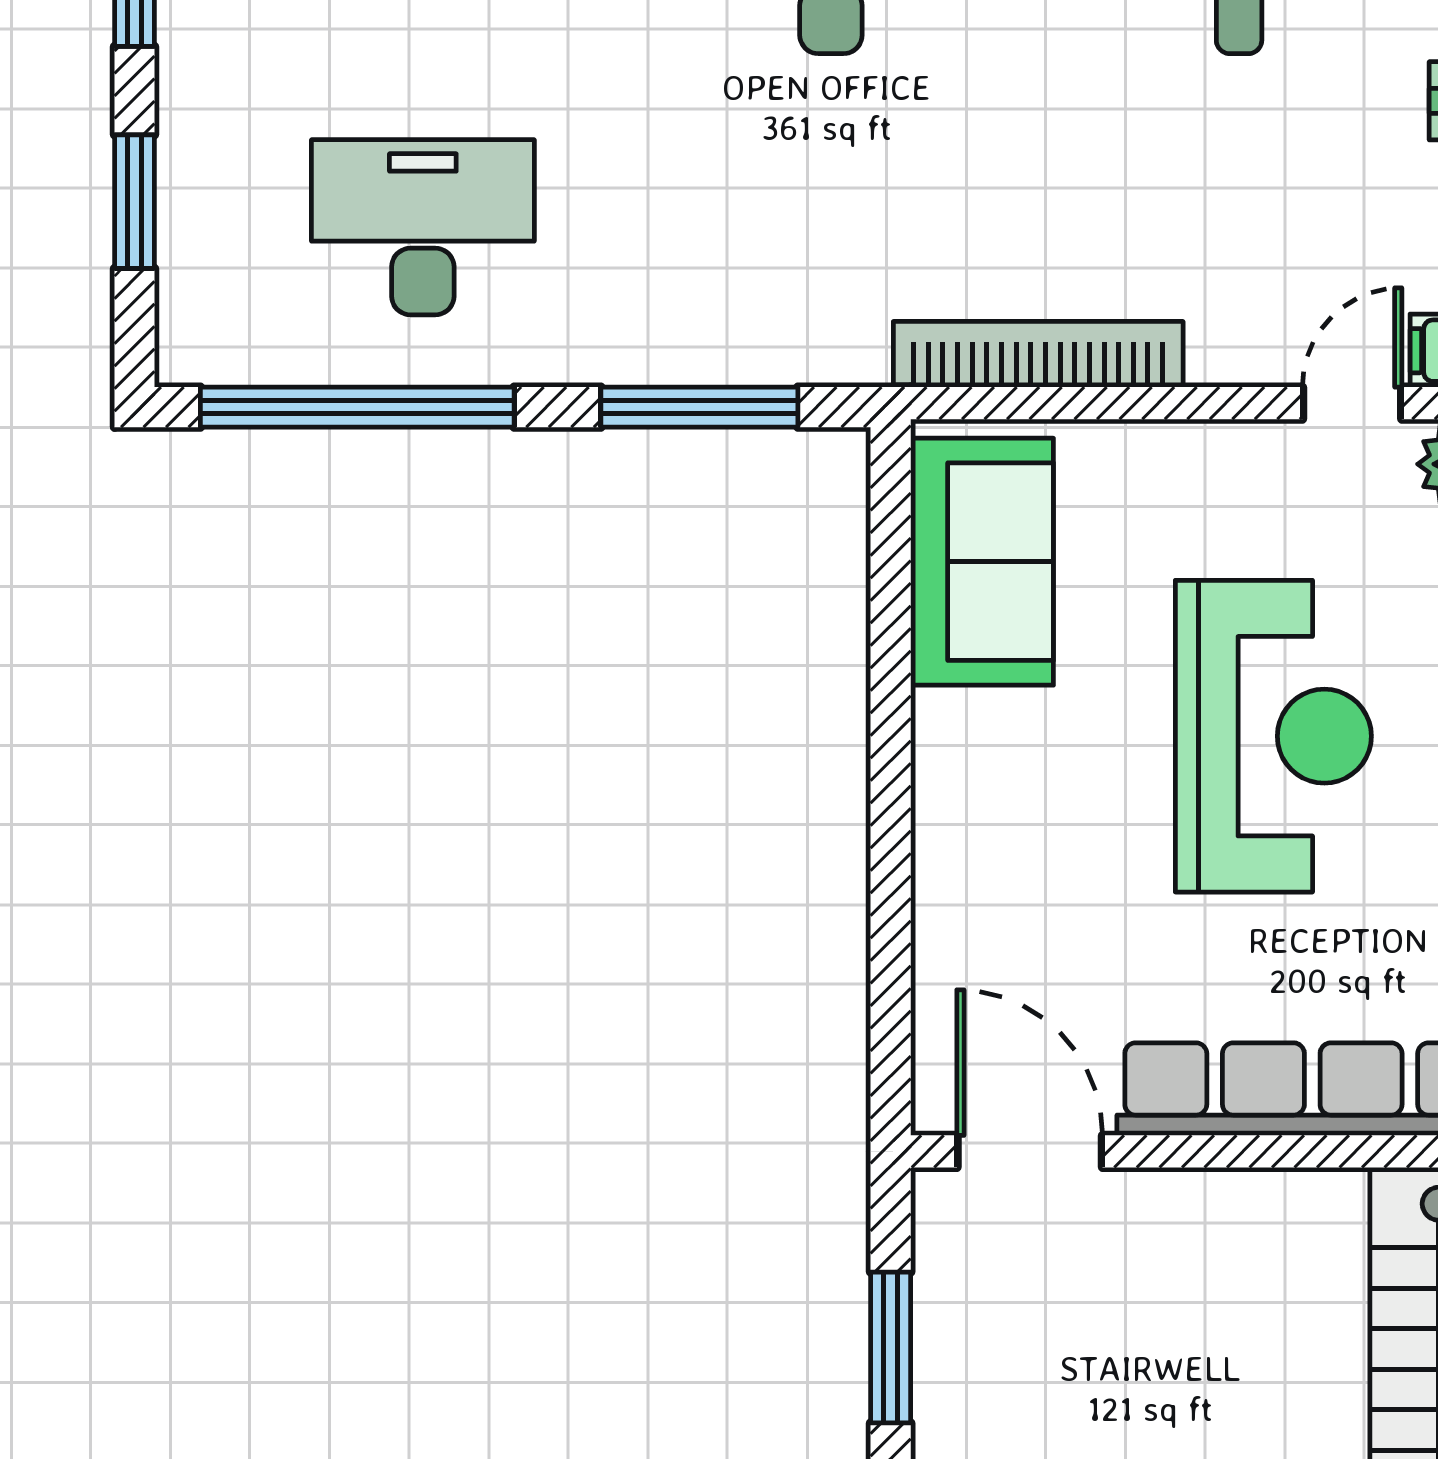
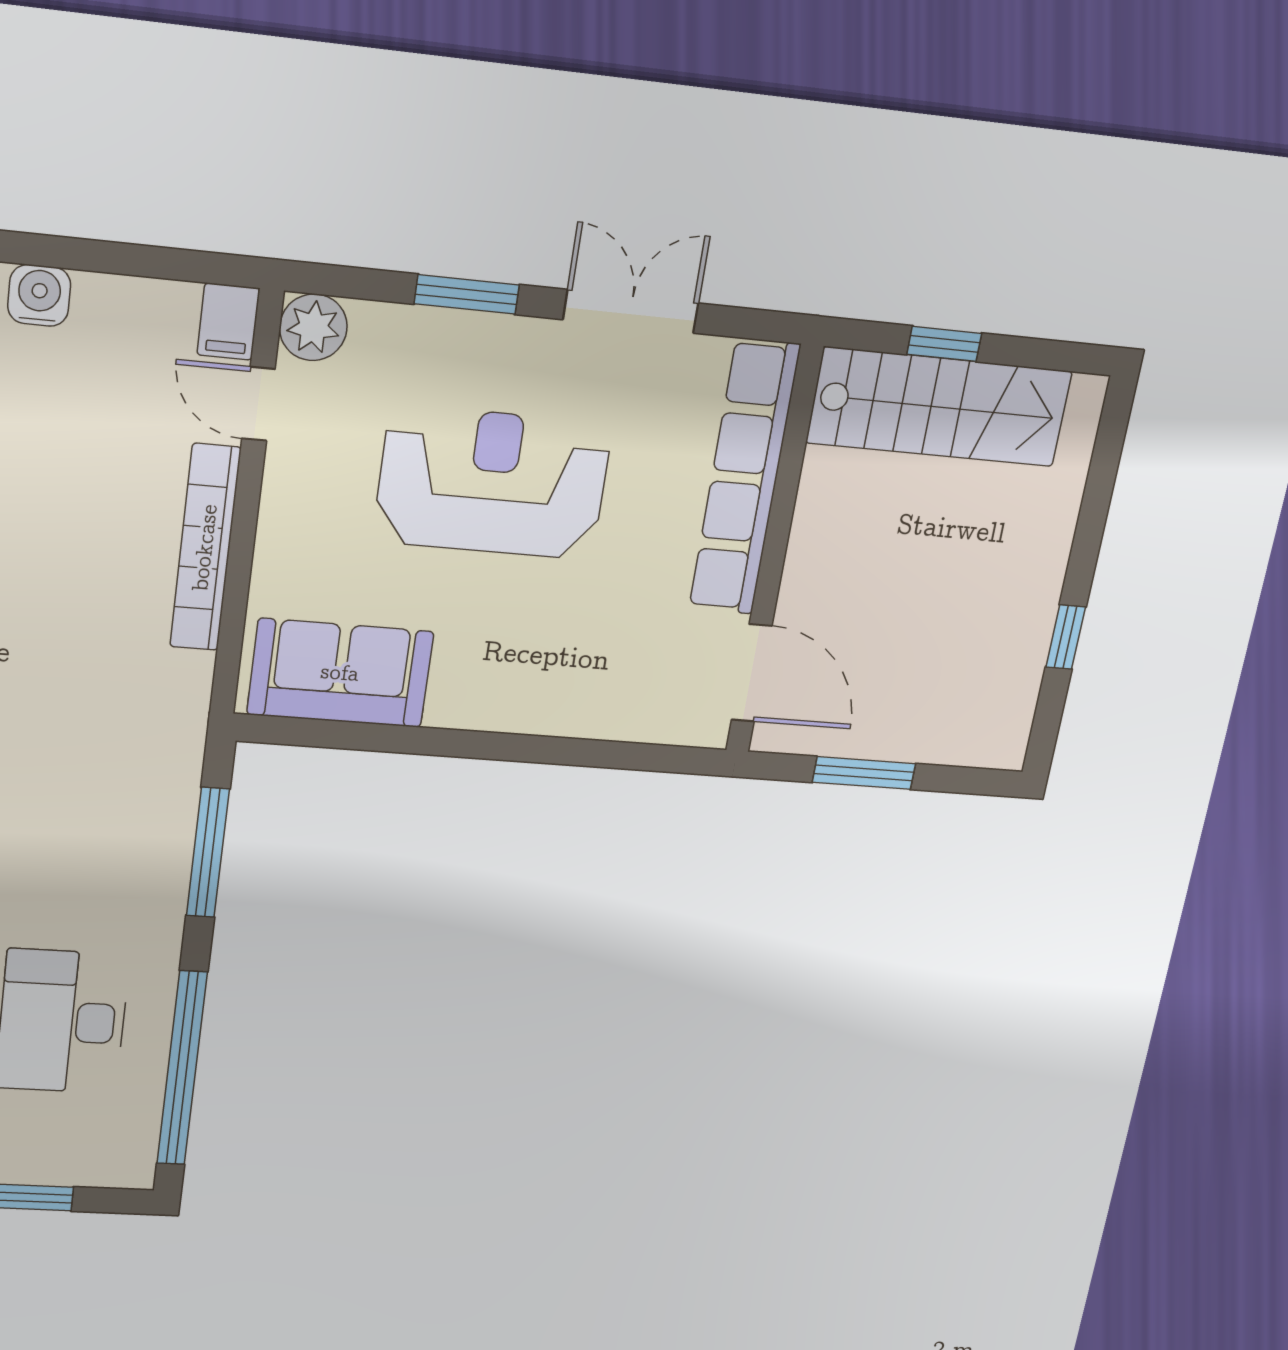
bookcase: (1038, 354) -> (205, 548), moved
door: (1030, 1151) -> (752, 673), swing flipped

